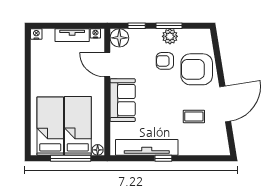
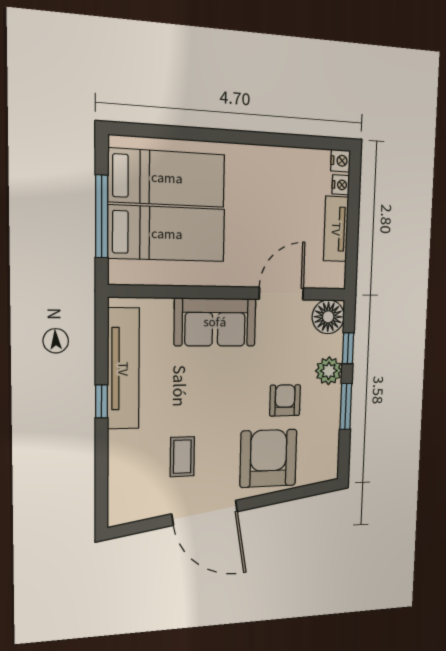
nightstand: (95, 33) -> (341, 185), moved
plant: (170, 36) -> (329, 371), moved
floor lamp: (98, 150) -> (119, 272), removed

